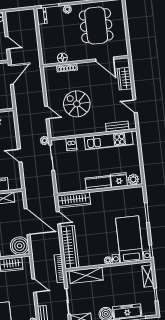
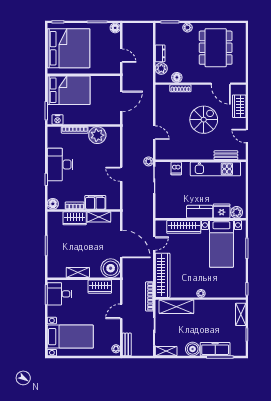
dresser: (42, 16) -> (160, 53), moved
plant: (47, 51) -> (161, 69), added
door: (11, 75) -> (121, 101), moved
spiral stairs: (77, 104) -> (204, 120), moved, turned 90
wardrobe: (74, 200) -> (184, 227), moved
door: (58, 218) -> (154, 244), hinge flipped
bed with nightstands: (129, 239) -> (221, 244), moved, turned 180
door: (34, 286) -> (121, 311), swing flipped

